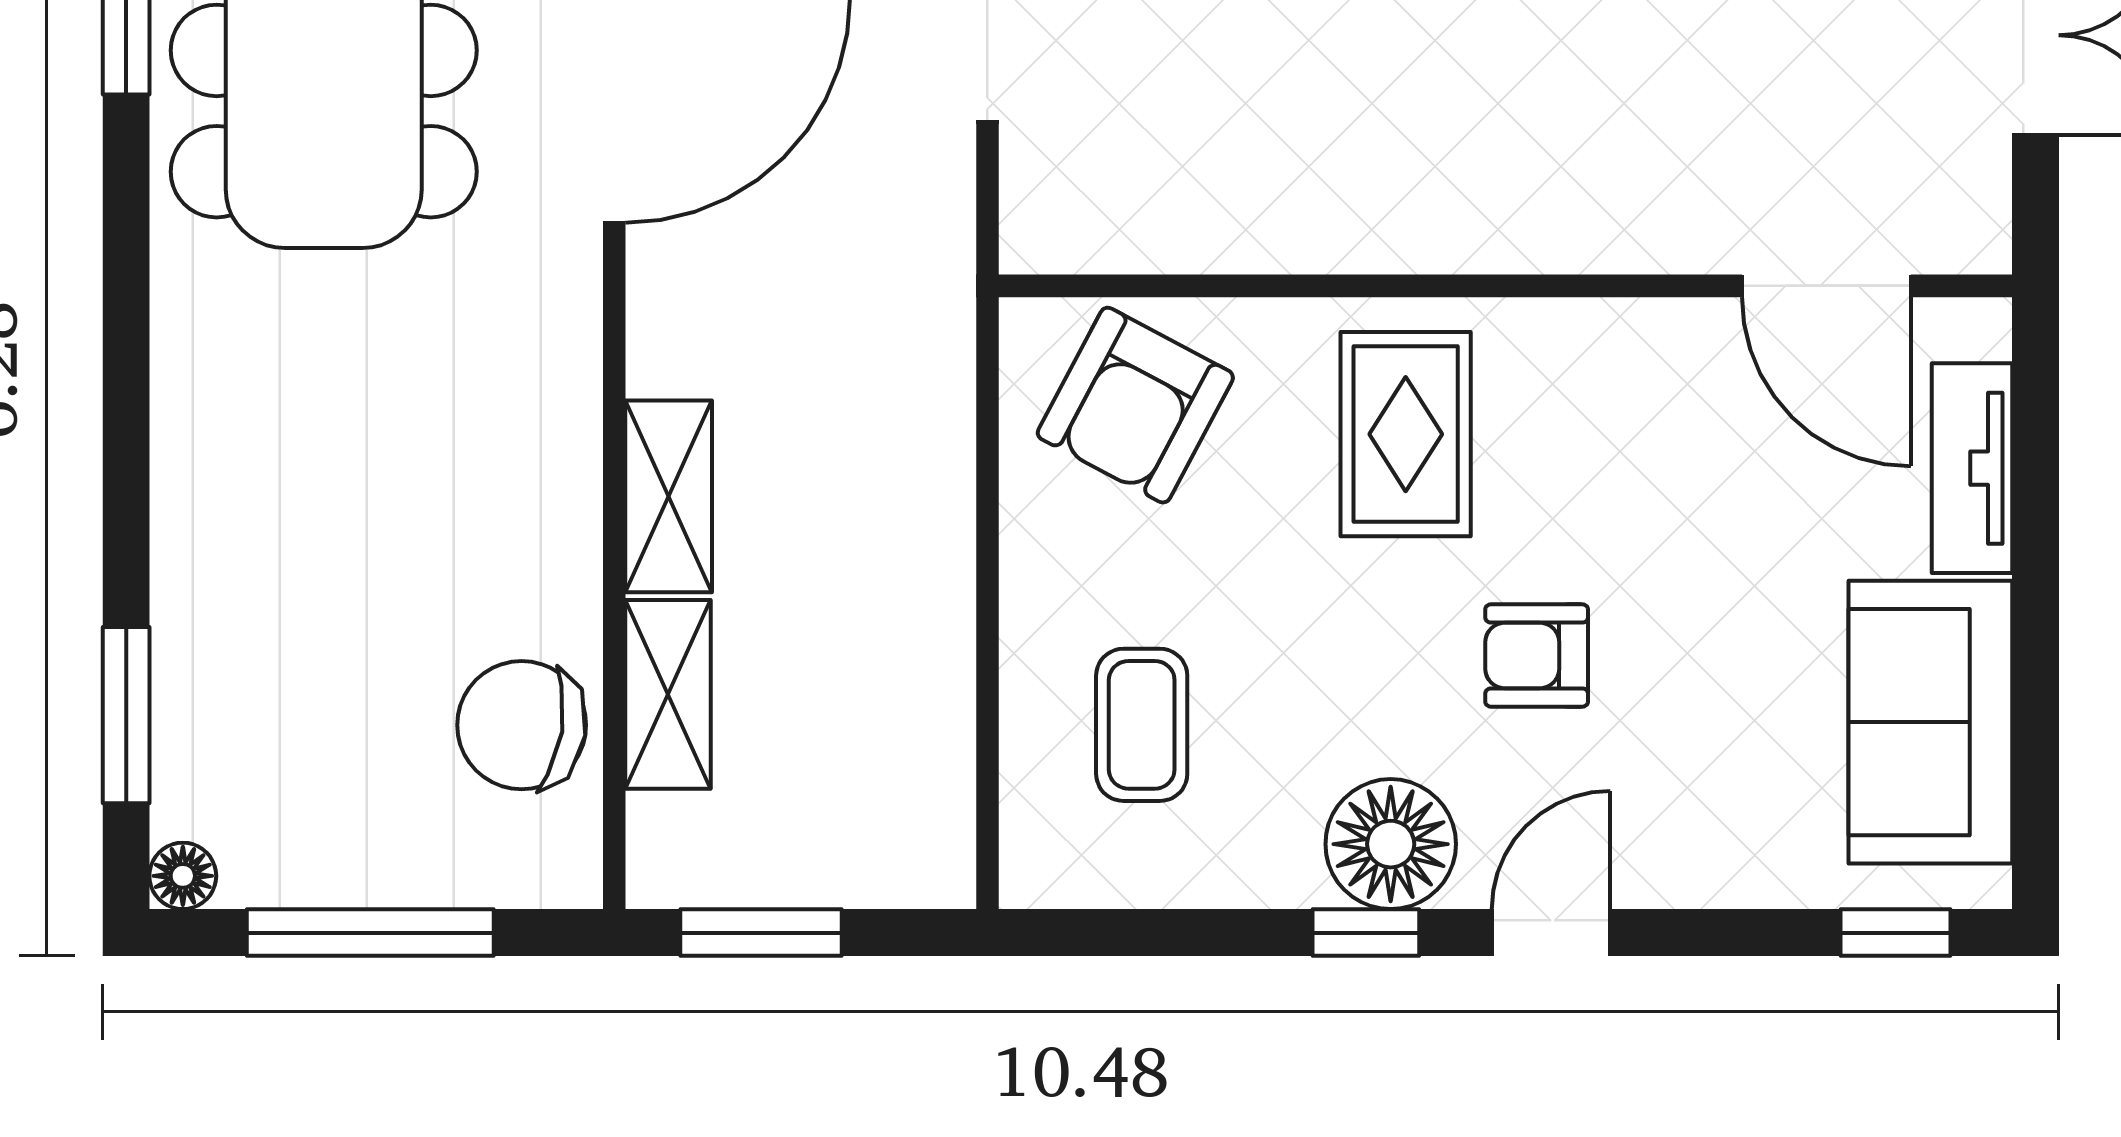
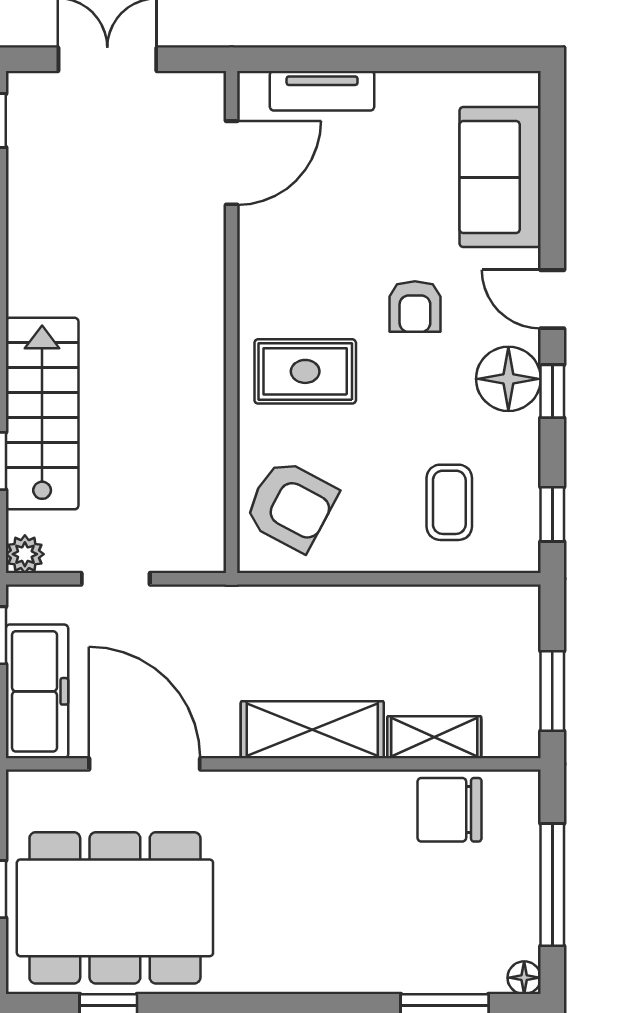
shelving: (669, 496) -> (312, 730), width x1.50, depth x1.33
sofa: (1930, 722) -> (500, 177), moved, turned 90
chair: (522, 725) -> (449, 810), turned 81
coffee table: (1142, 725) -> (449, 502), turned 90
window: (1895, 933) -> (552, 514), moved

